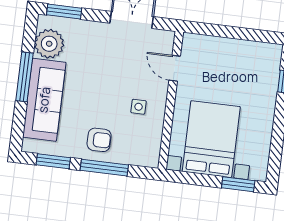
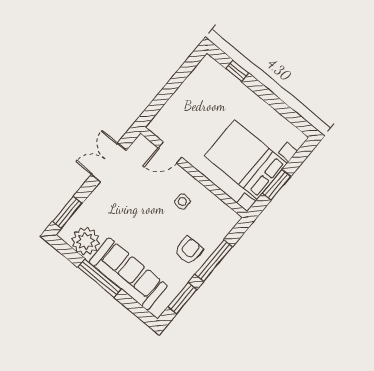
window: (238, 184) -> (276, 185), moved

